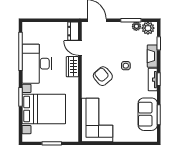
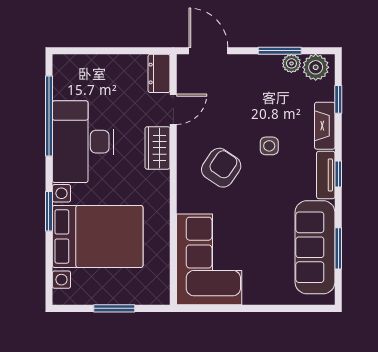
door: (80, 48) -> (173, 109), swing flipped
armchair: (103, 76) -> (221, 168), turned 75
sofa: (148, 114) -> (315, 247), width x1.36

